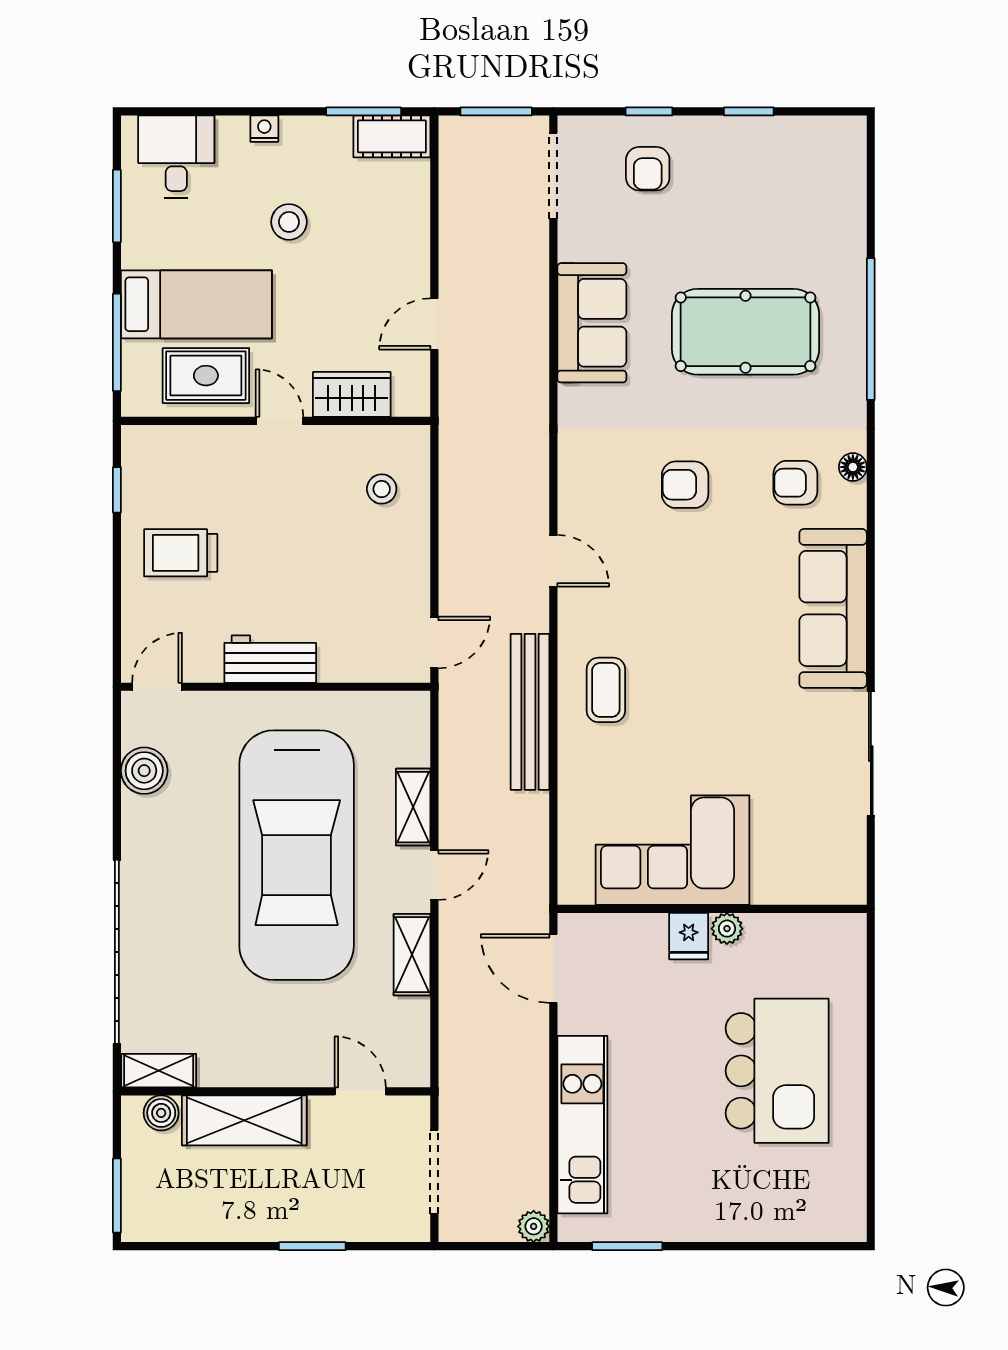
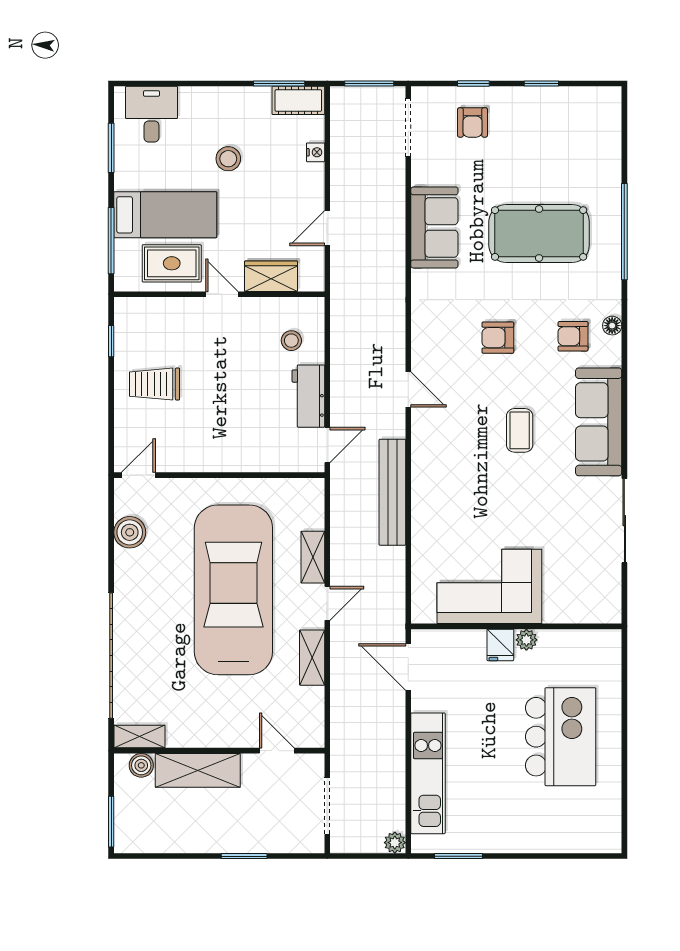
nightstand: (264, 129) -> (316, 152), moved, turned 90
workbench: (270, 659) -> (308, 396), moved, turned -90
coffee table: (606, 690) -> (520, 430), moved
car: (297, 855) -> (233, 590), turned 180

